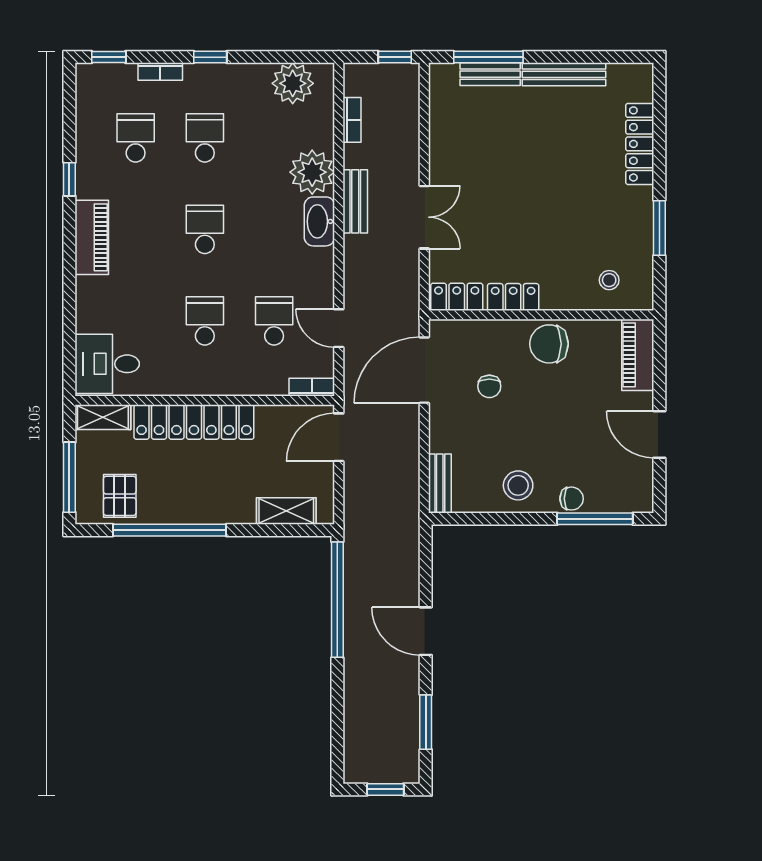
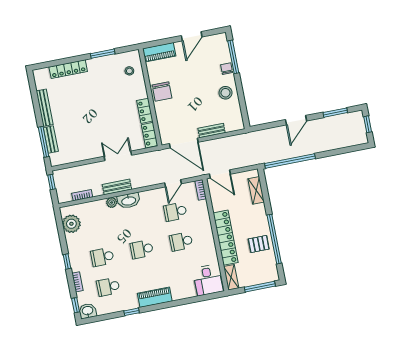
washbasin: (91, 81) -> (88, 311), added
plant: (312, 172) -> (112, 203), width x0.53, depth x0.53
chair: (489, 386) -> (185, 114), removed
bench: (440, 483) -> (211, 131), moved
pallet: (120, 496) -> (259, 244), moved

